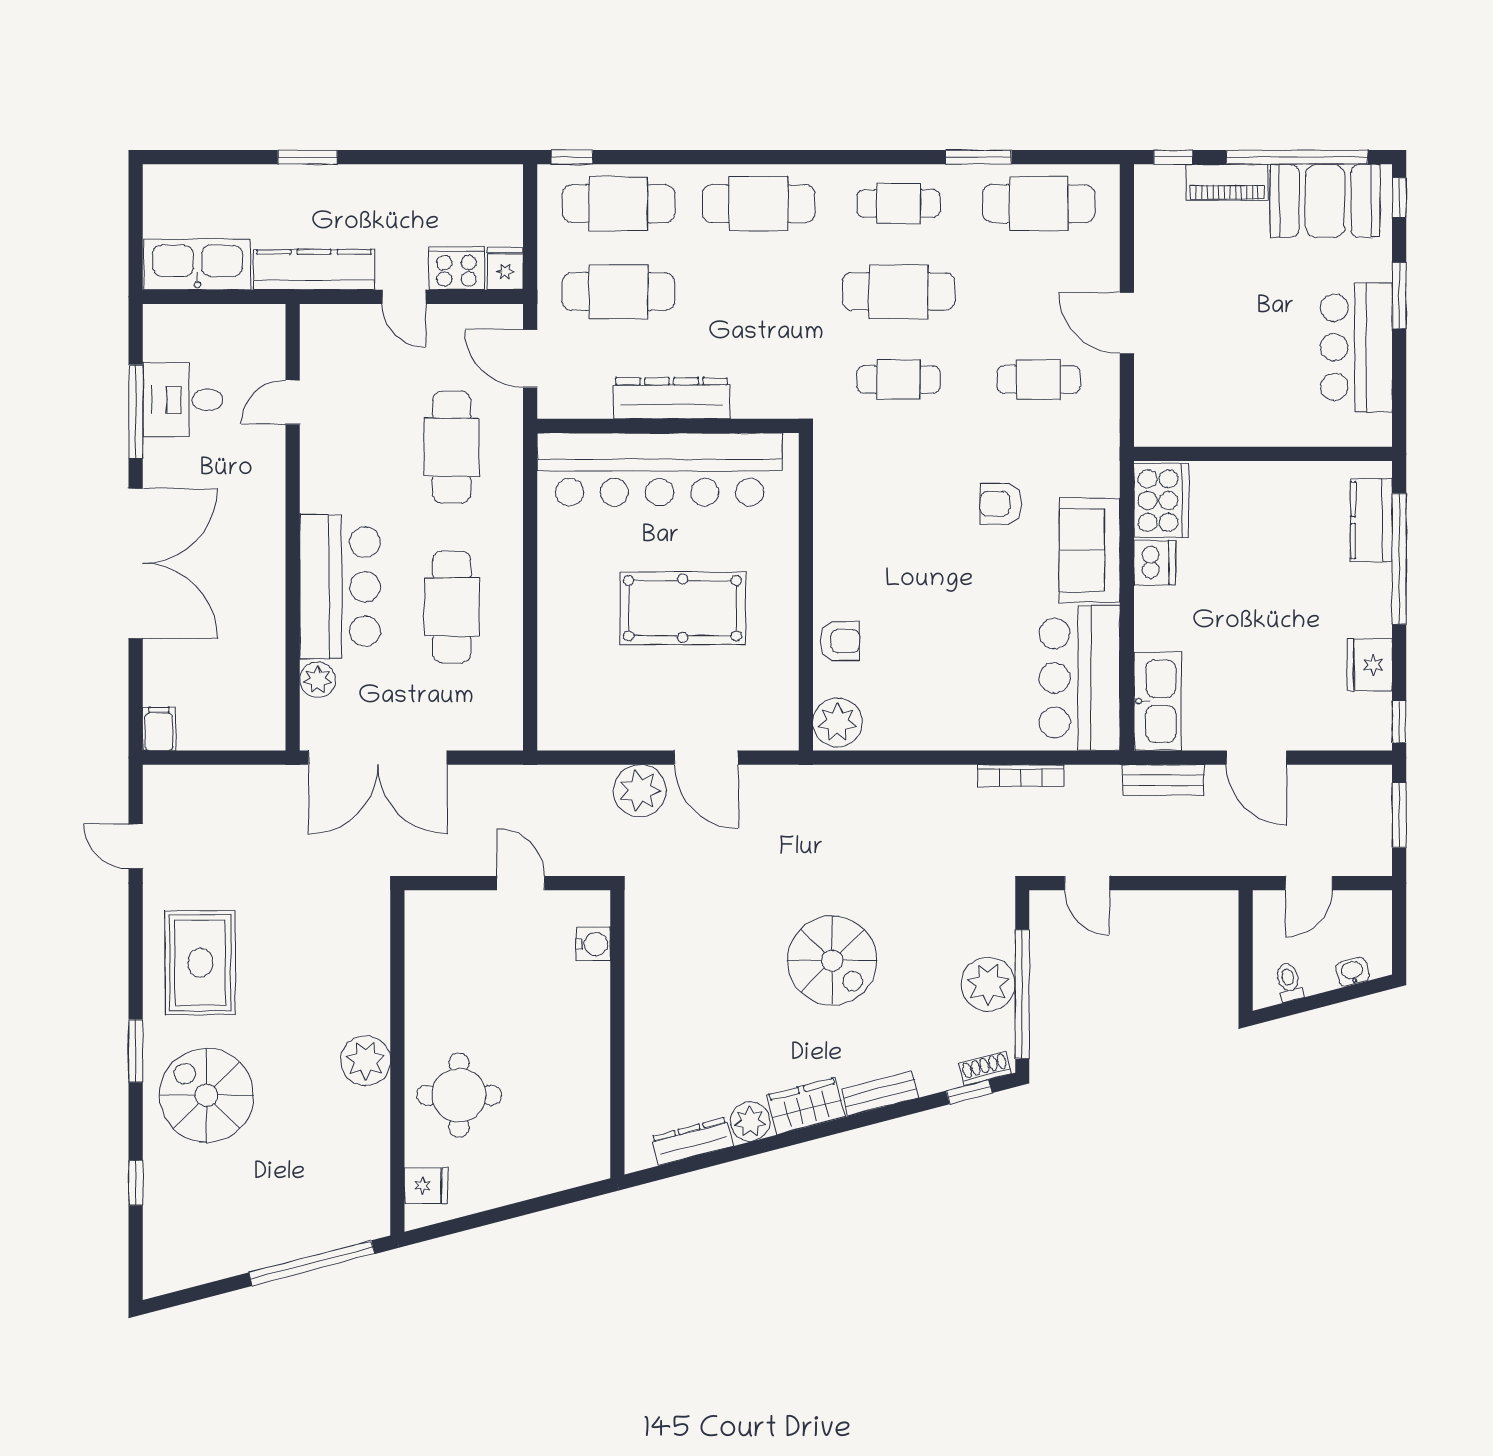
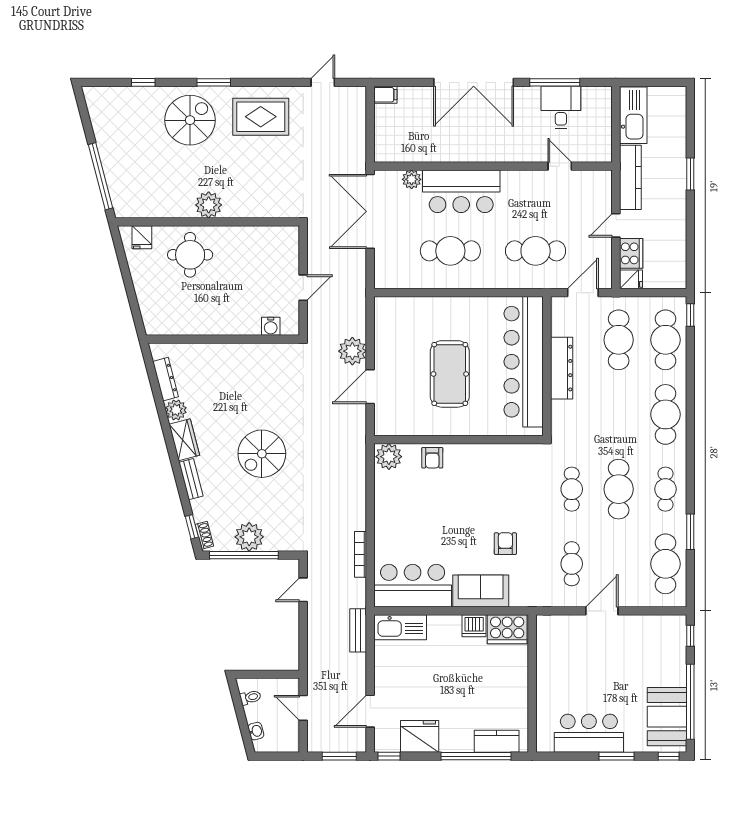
piano: (1227, 182) -> (677, 664), removed
fridge: (1370, 665) -> (420, 736), width x1.36, depth x1.34
door: (1256, 758) -> (370, 711), moved

